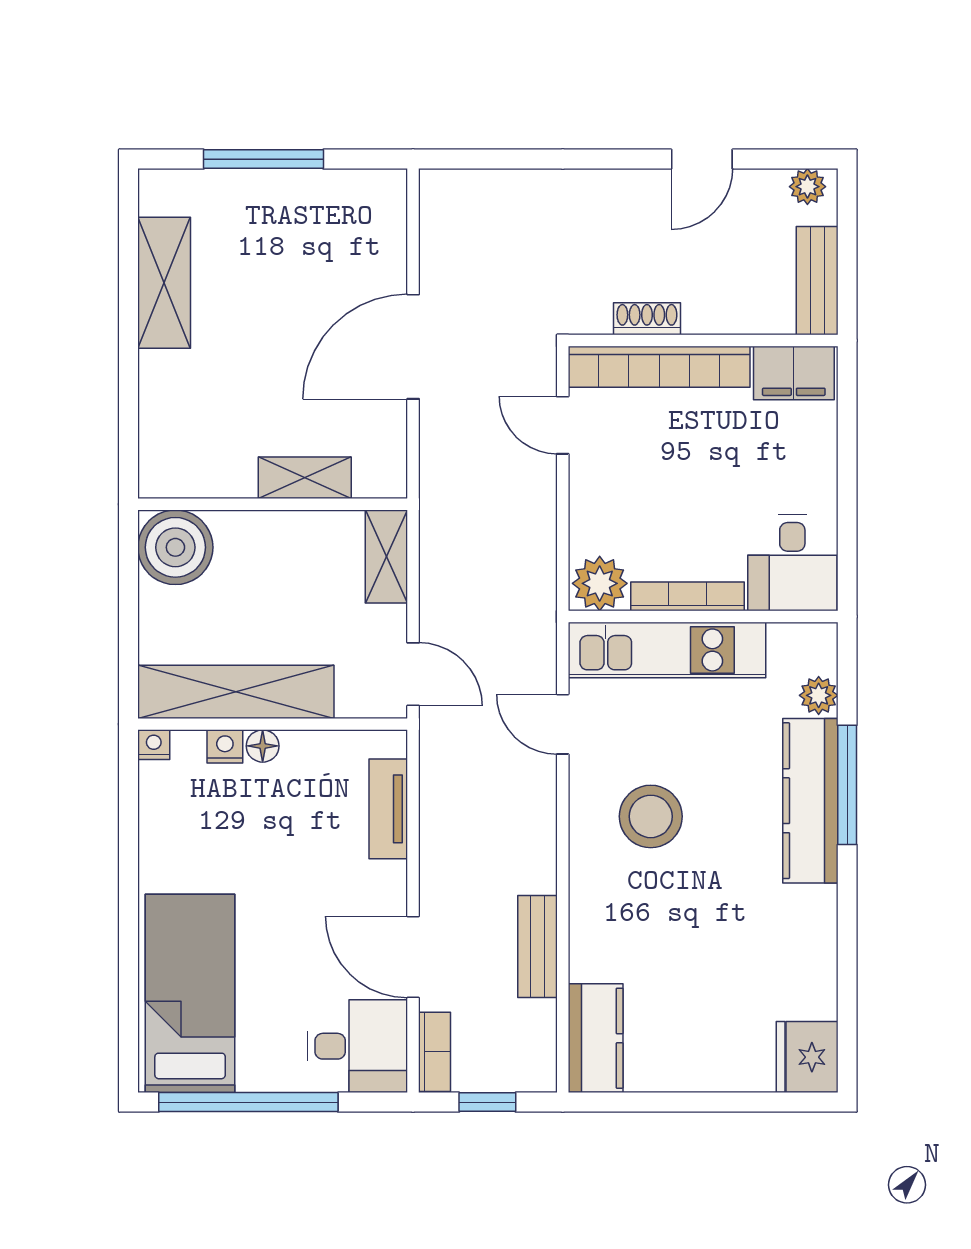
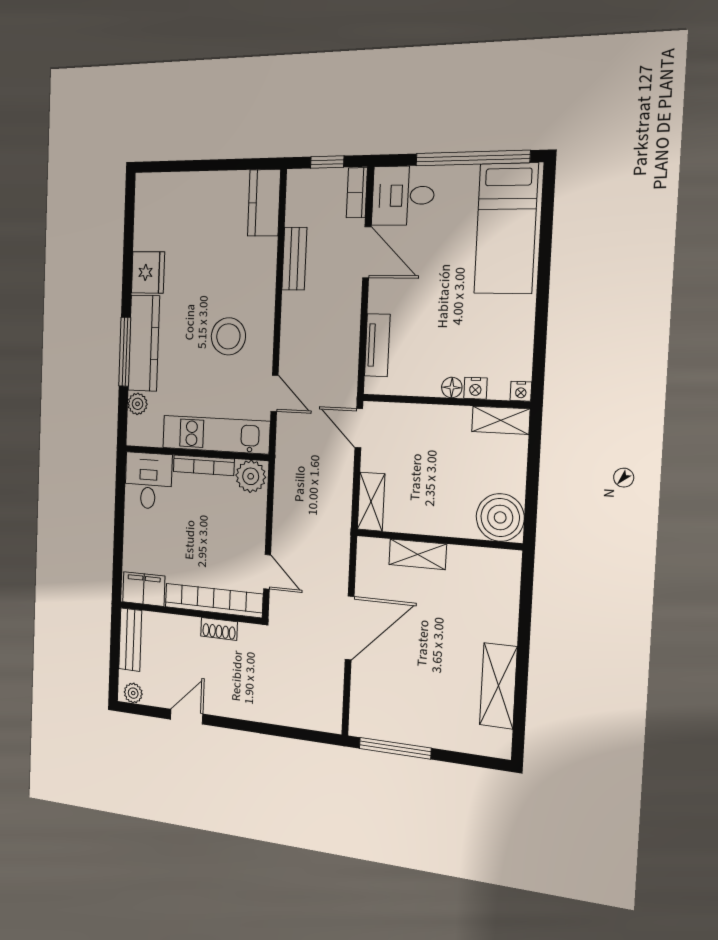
window: (263, 159) -> (395, 748), moved
shelving: (236, 692) -> (501, 420), width x0.45, depth x0.75
fridge: (807, 1057) -> (148, 272), moved

